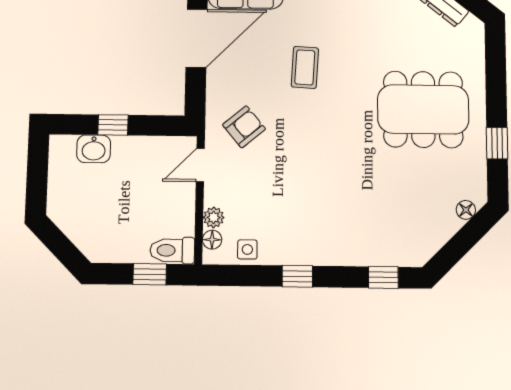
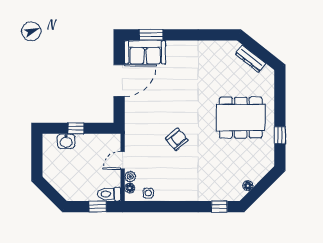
coffee table: (305, 67) -> (178, 96), removed
armchair: (244, 127) -> (177, 139), moved
door: (200, 165) -> (123, 160), moved
floor lamp: (466, 210) -> (248, 186), moved
window: (297, 276) -> (174, 207), removed

